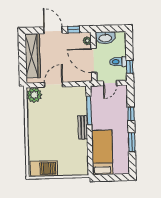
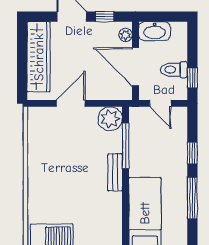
door: (110, 83) -> (160, 103), hinge flipped
plant: (34, 95) -> (110, 119), moved
window: (132, 142) -> (192, 198), width x1.44

